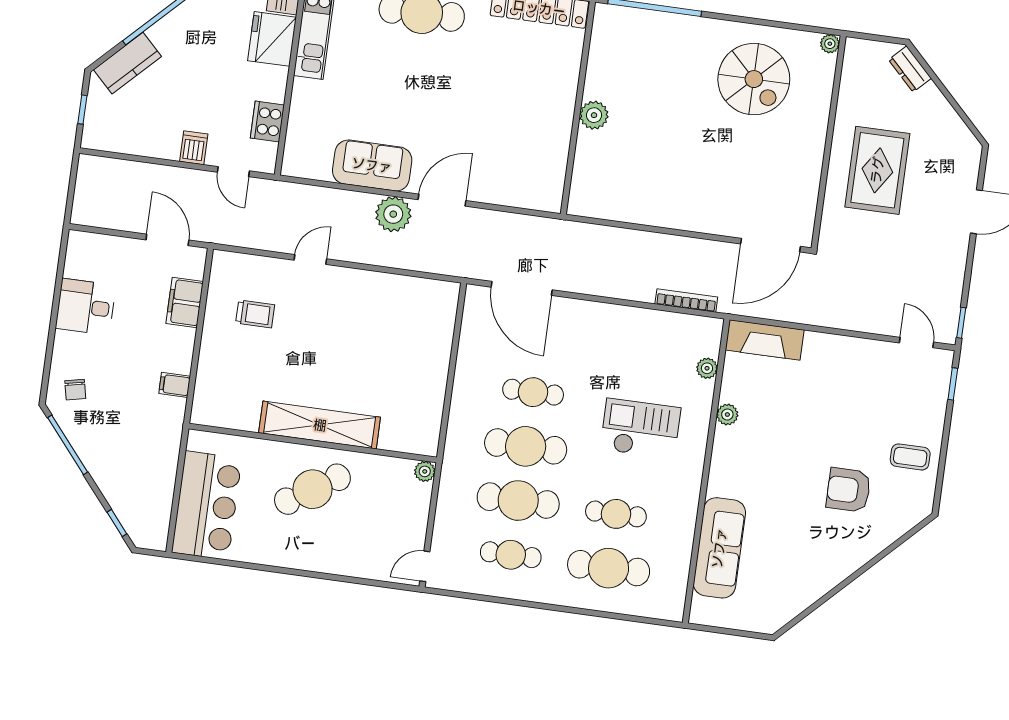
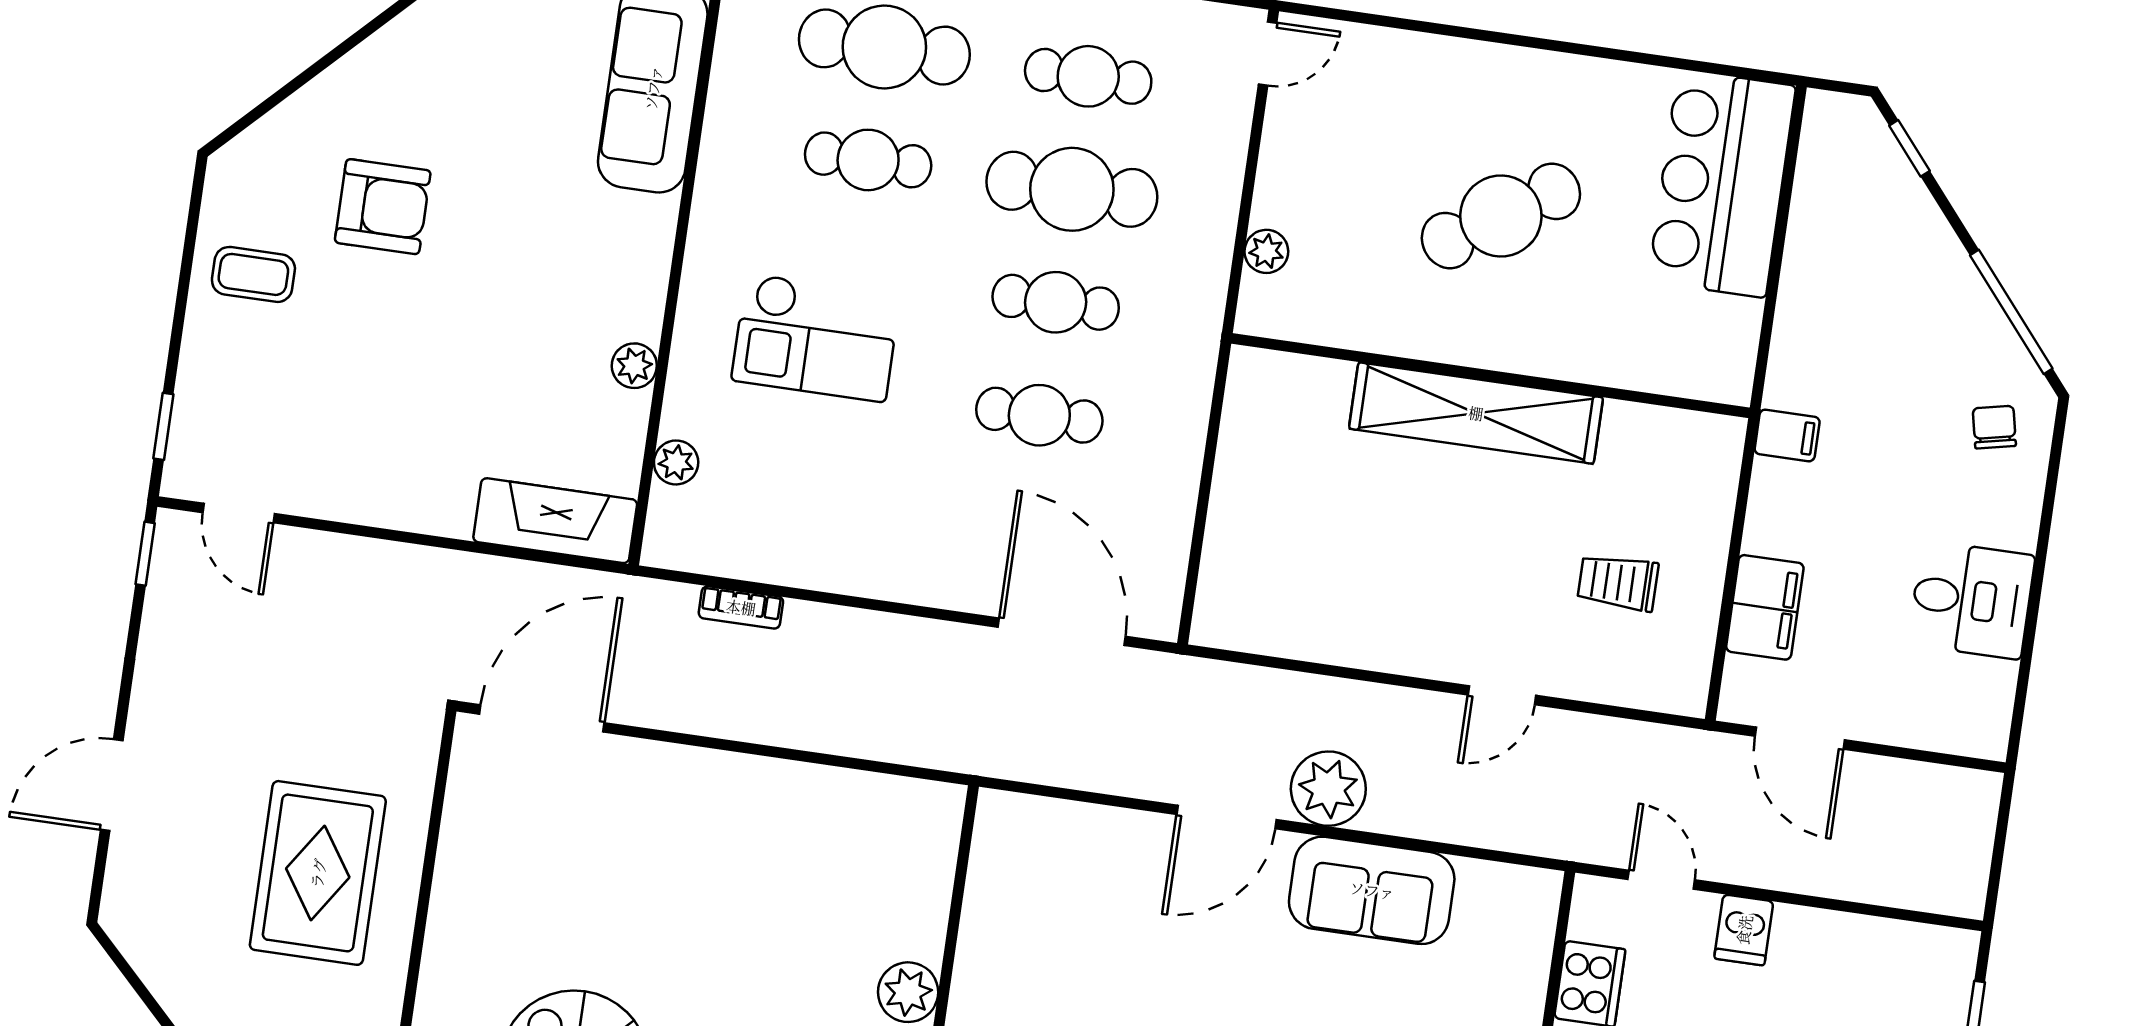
bookcase: (686, 301) -> (741, 607), width x0.64
shelving: (320, 425) -> (1476, 413), moved
wall: (313, 443) -> (1490, 376), moved
cafe table: (526, 446) -> (1056, 302), width x0.73, depth x0.74

